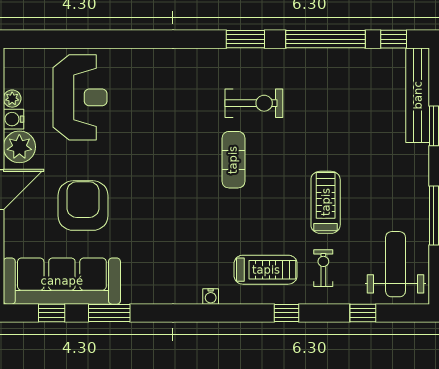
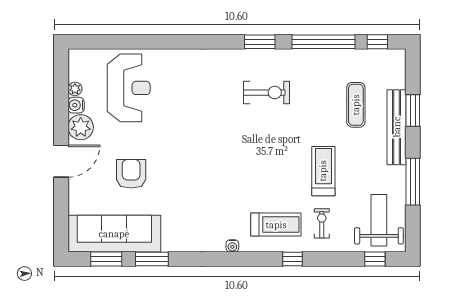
bench: (418, 95) -> (397, 127), moved
exercise mat: (233, 160) -> (356, 105), moved
armchair: (83, 206) -> (131, 174), width x0.73, depth x0.73
window: (52, 313) -> (106, 259), width x1.50
window: (363, 313) -> (375, 259), moved

